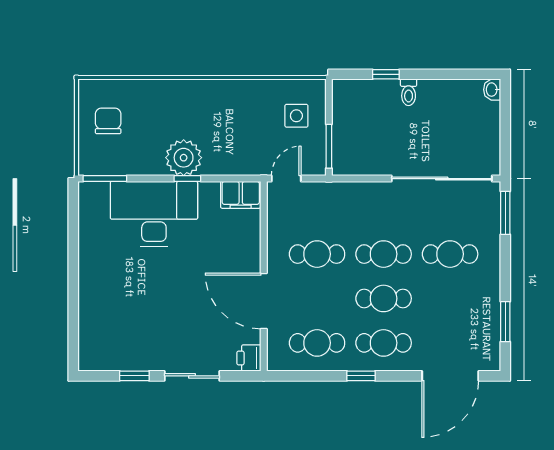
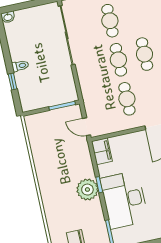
side table: (296, 116) -> (48, 129), removed

